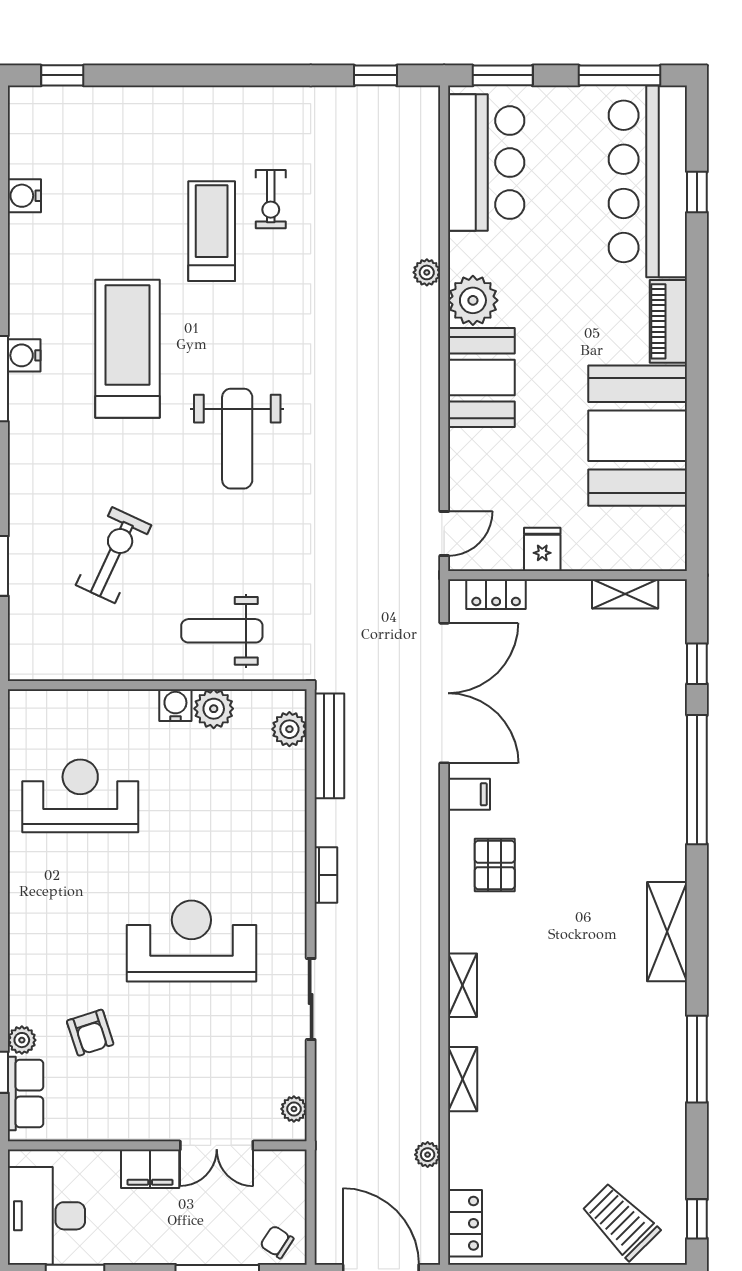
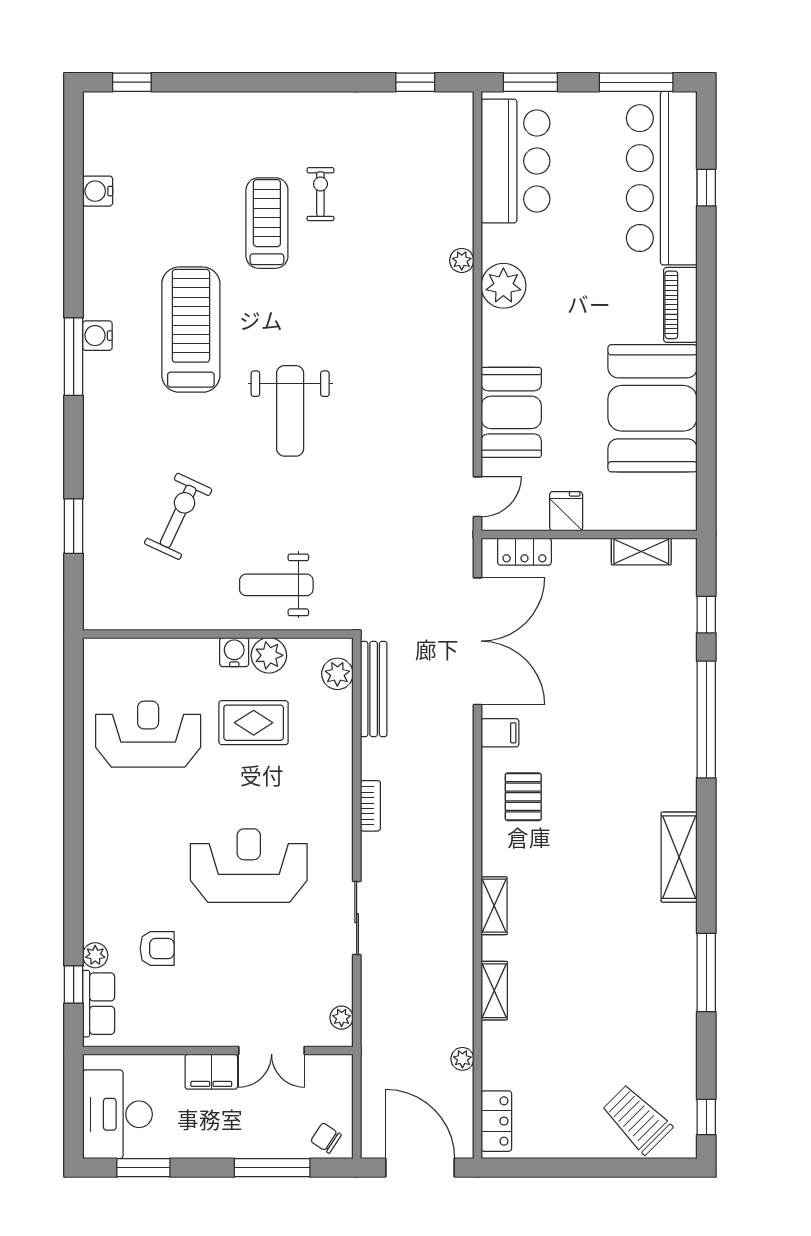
exercise bike: (271, 199) -> (320, 194), turned 180
booth: (481, 377) -> (511, 412), moved
rug: (197, 783) -> (254, 723), added
armchair: (90, 1033) -> (157, 949), turned -72

